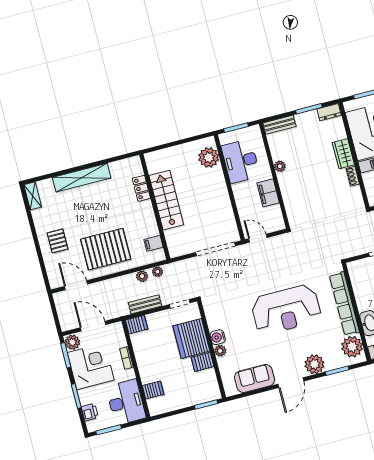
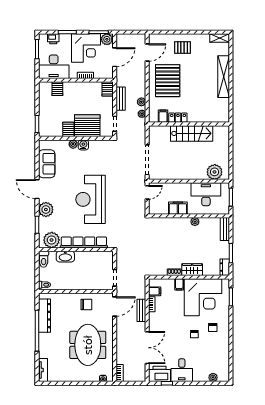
locker: (141, 188) -> (178, 118), moved

